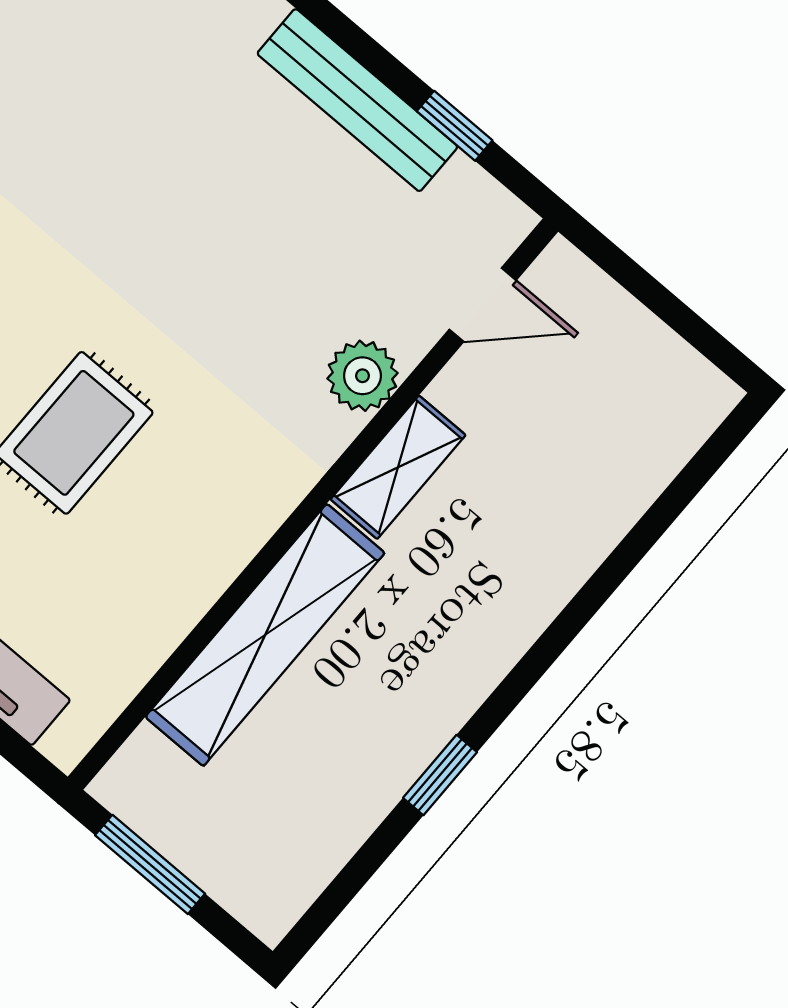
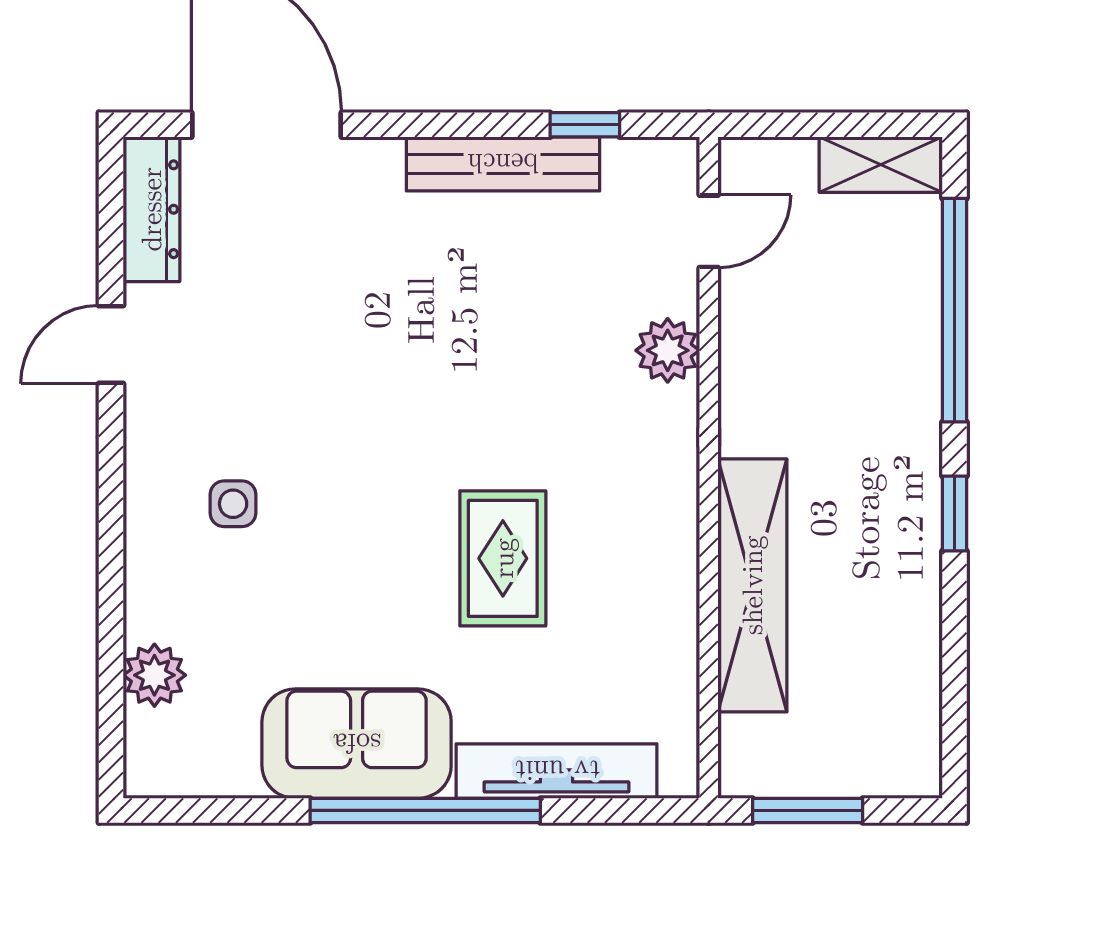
shelving: (398, 467) -> (881, 165), moved, turned 90
window: (633, 548) -> (955, 310), added
window: (440, 775) -> (955, 513), moved

